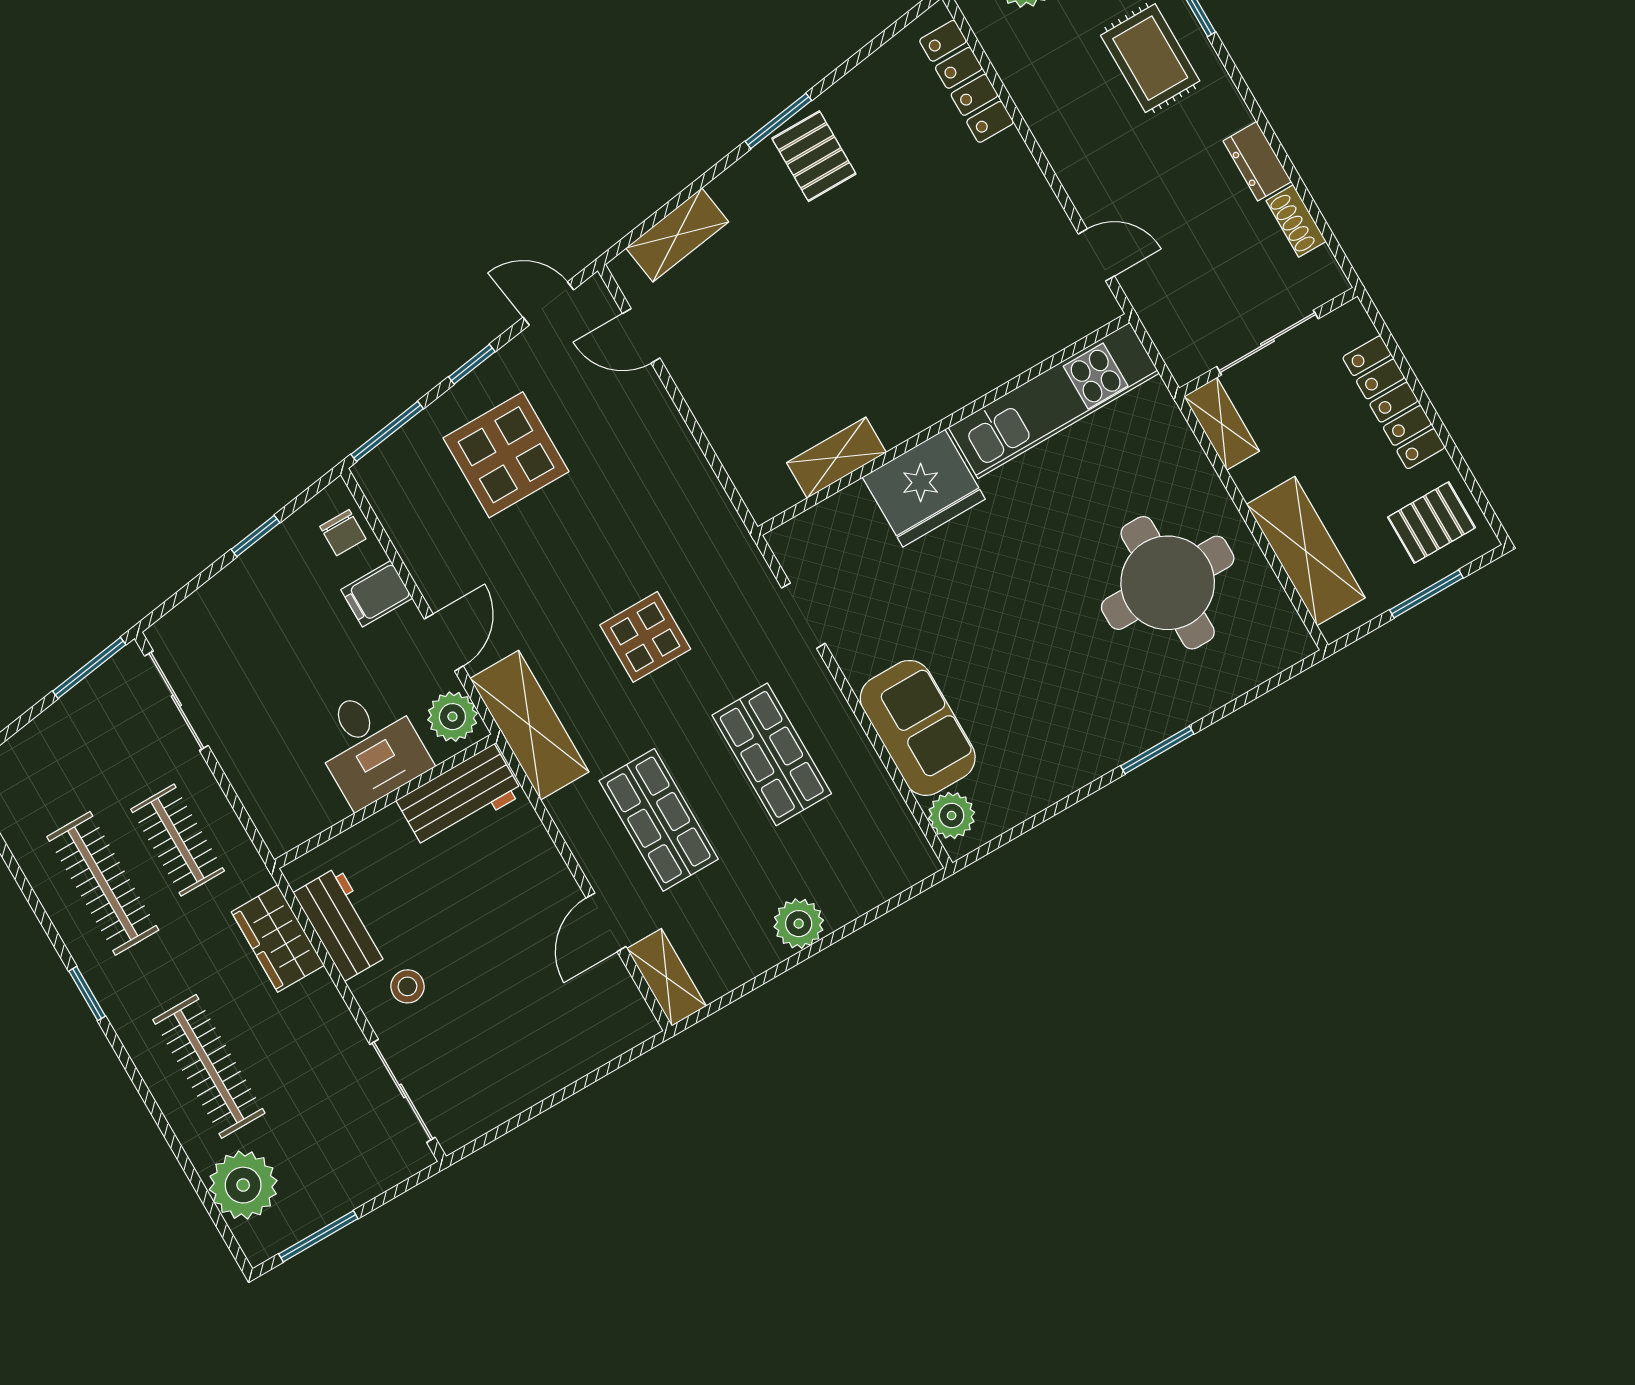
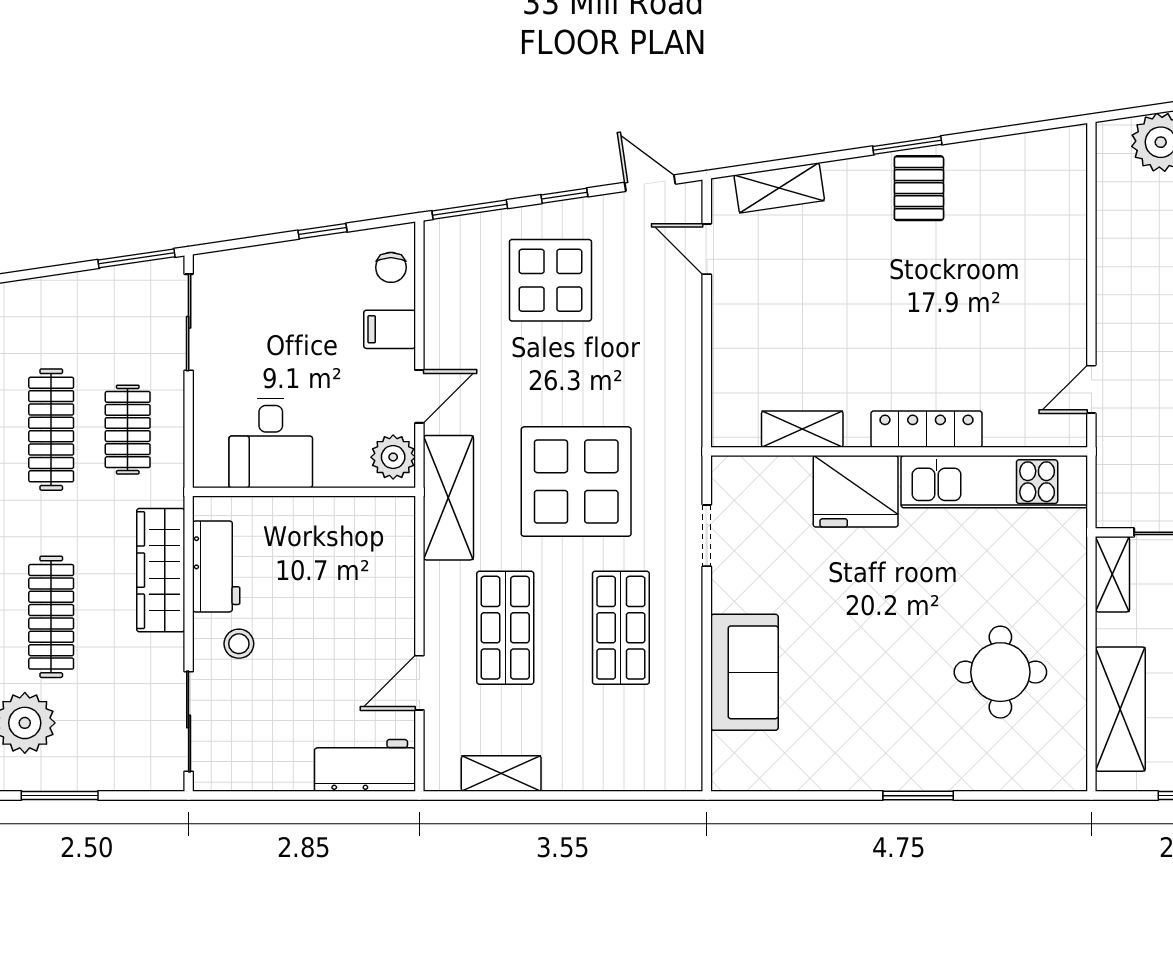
locker: (967, 81) -> (926, 429), moved, turned 90
door: (1096, 255) -> (1091, 389), swing flipped
round table: (1168, 583) -> (1000, 672), width x0.73, depth x0.73
display table: (645, 637) -> (576, 482), width x1.86, depth x1.86
desk: (370, 746) -> (271, 443), moved
workbench: (460, 797) -> (365, 765), moved, turned 180
plant: (952, 815) -> (732, 754), removed
plant: (799, 924) -> (566, 769), removed
wardrobe: (278, 939) -> (161, 570), width x1.50
shelving: (666, 977) -> (501, 774), moved, turned 90

